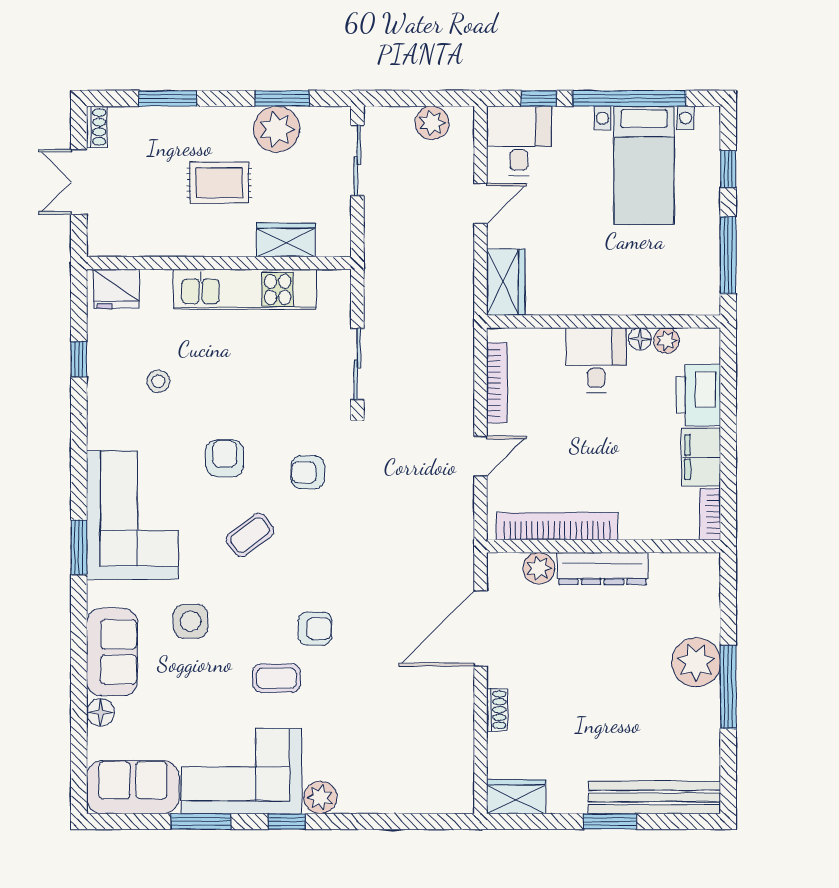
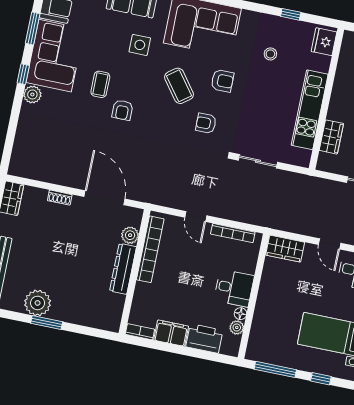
armchair: (308, 472) -> (206, 123), turned -90
coffee table: (250, 535) -> (179, 86), width x1.36, depth x1.30
plant: (696, 662) -> (38, 303), moved
window: (728, 687) -> (47, 323), width x0.69

